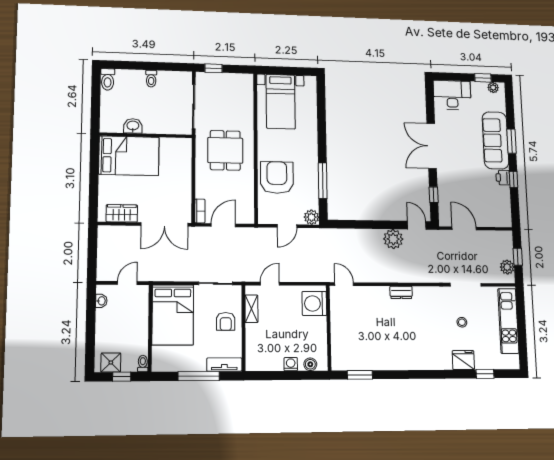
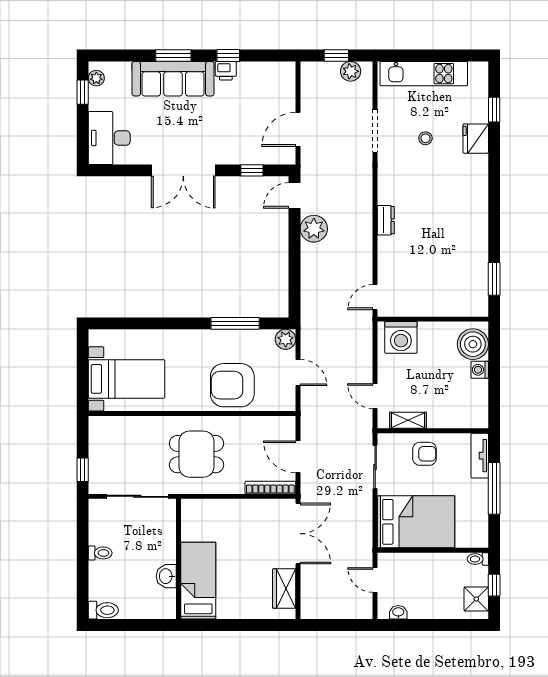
bed: (129, 156) -> (198, 581), width x0.67
bookcase: (200, 211) -> (270, 488), width x1.56
boiler: (310, 364) -> (473, 344), width x1.86, depth x1.86

